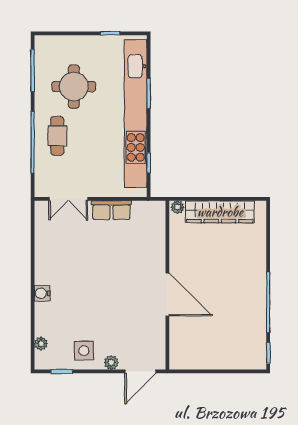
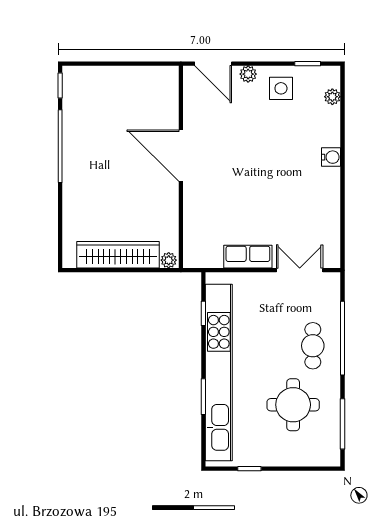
door: (140, 371) -> (213, 64), swing flipped

